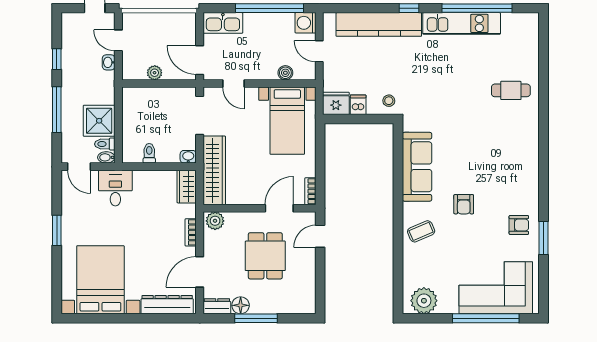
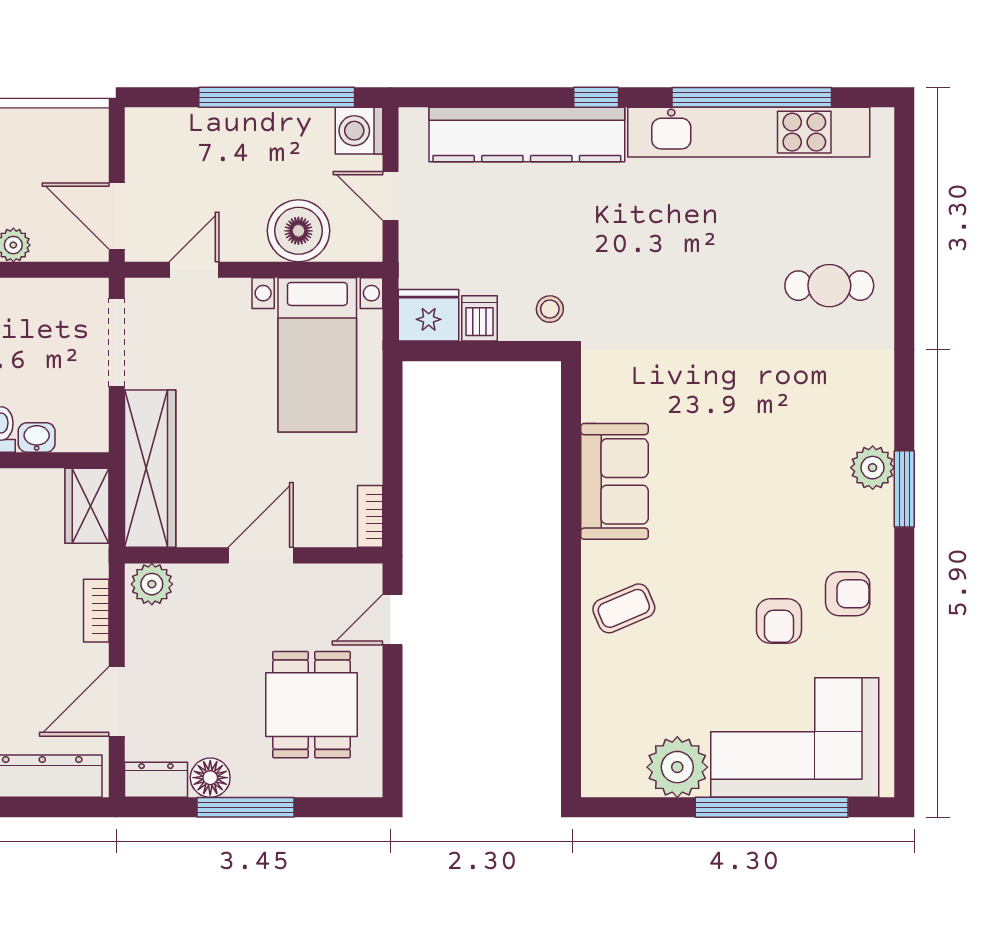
kitchen sink: (223, 23) -> (170, 131), removed
kitchen unit: (462, 23) -> (749, 132), width x1.36
boiler: (285, 73) -> (298, 231), width x1.86, depth x1.86
door: (233, 84) -> (194, 270), swing flipped
washbasin: (188, 157) -> (37, 437), moved
sofa: (417, 167) -> (614, 481), width x0.73
plant: (530, 170) -> (873, 468), added
armchair: (464, 204) -> (779, 621), moved
door: (279, 208) -> (261, 555), moved
window: (544, 238) -> (904, 489), moved
dining table: (265, 256) -> (311, 705), moved
plant: (424, 301) -> (677, 767), moved

